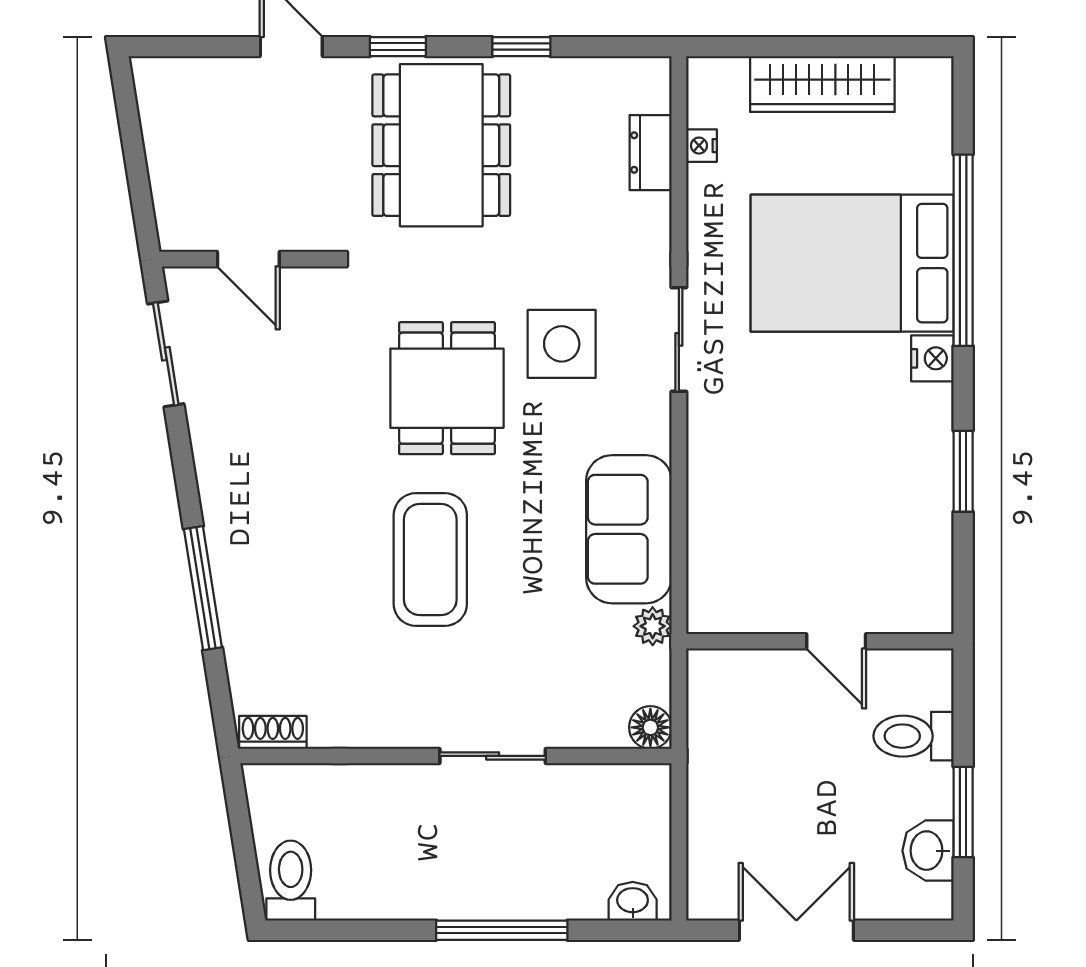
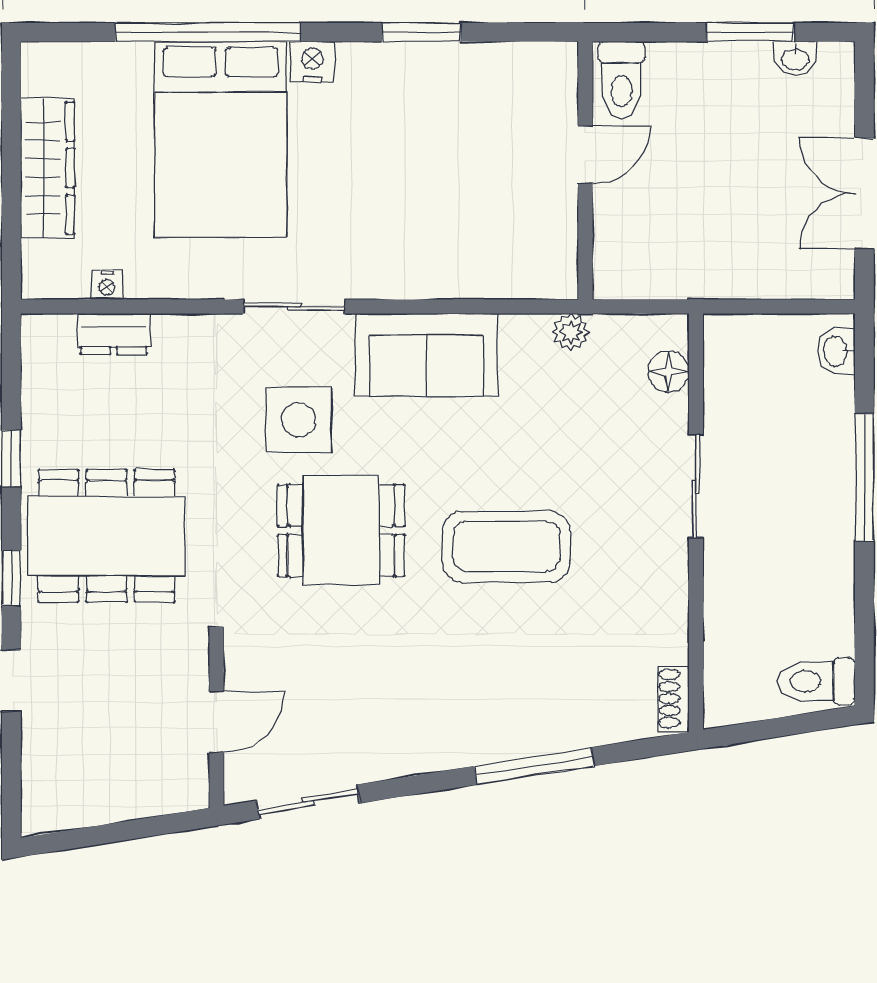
sofa: (629, 529) -> (427, 355), moved
floor lamp: (650, 727) -> (669, 372), moved
toilet: (913, 736) -> (621, 80), moved
washbasin: (928, 851) -> (795, 58), width x0.72, depth x0.69

